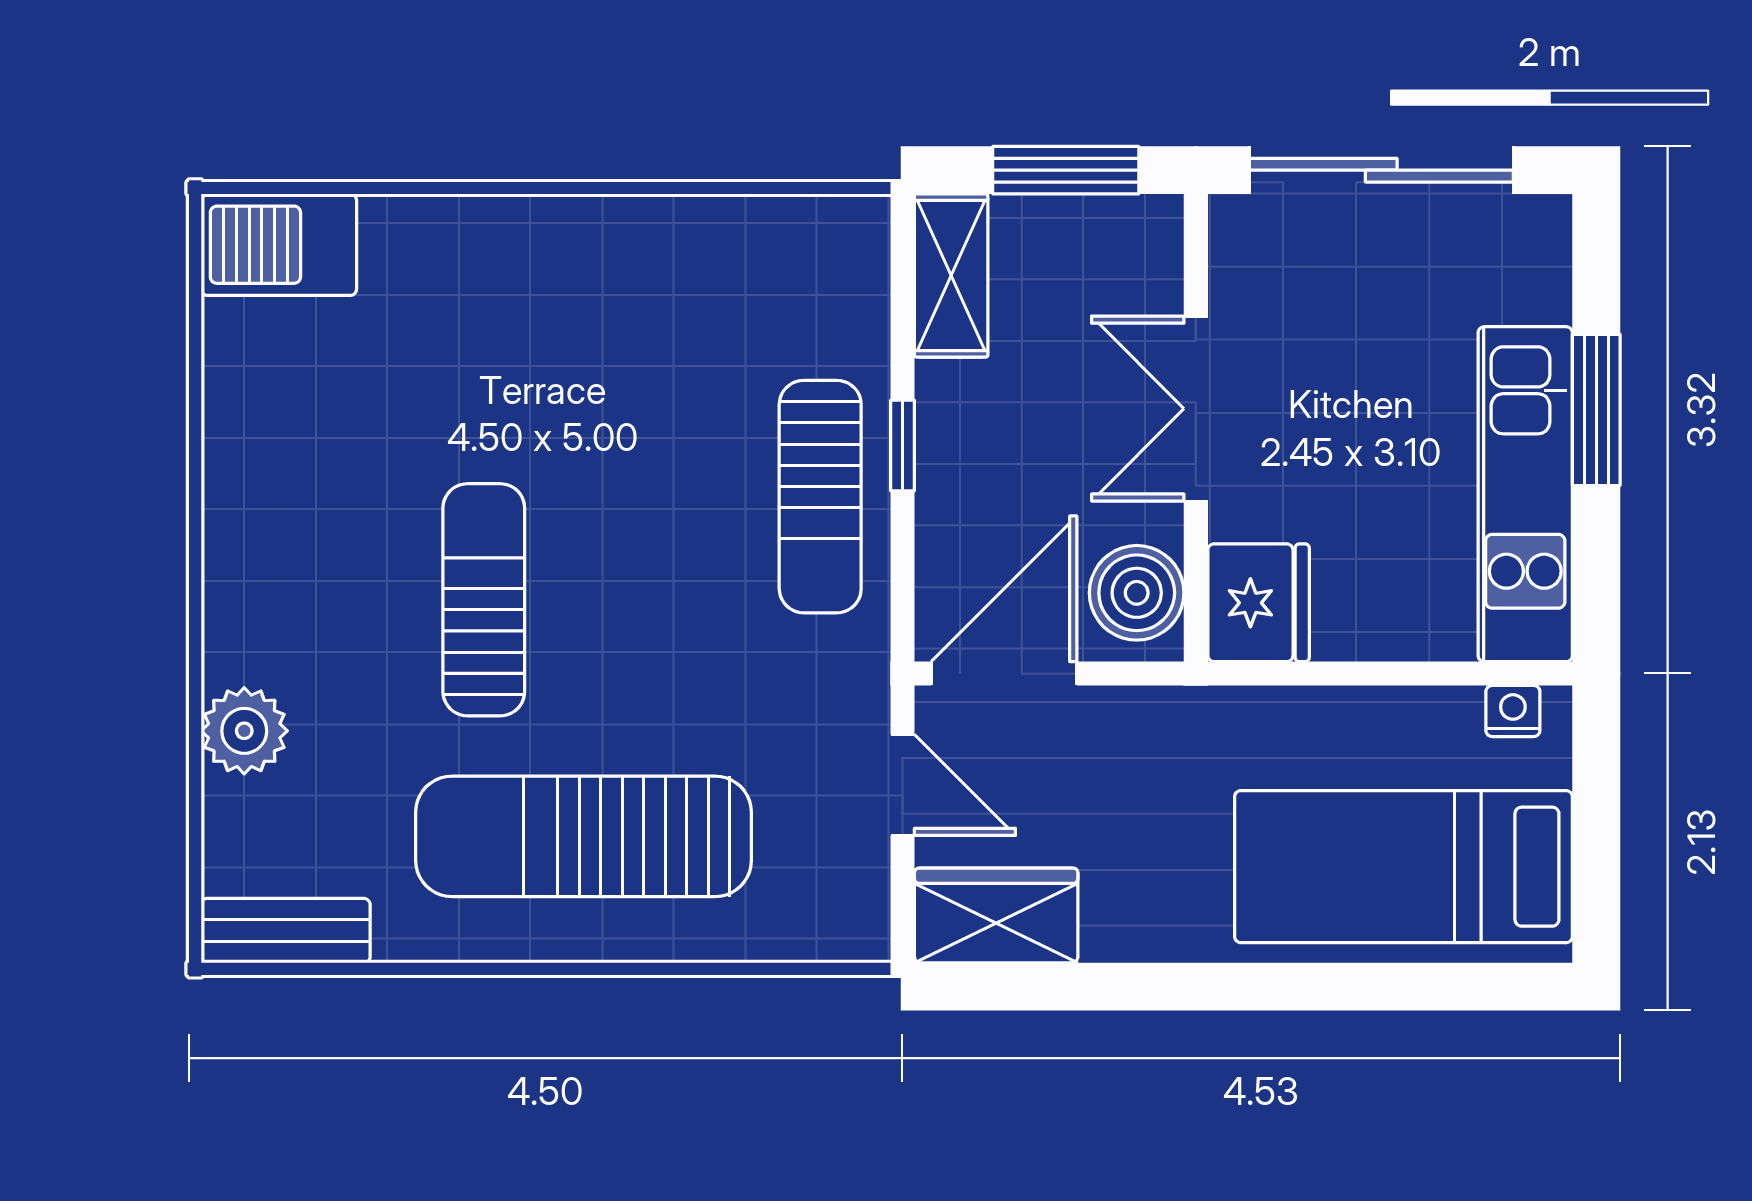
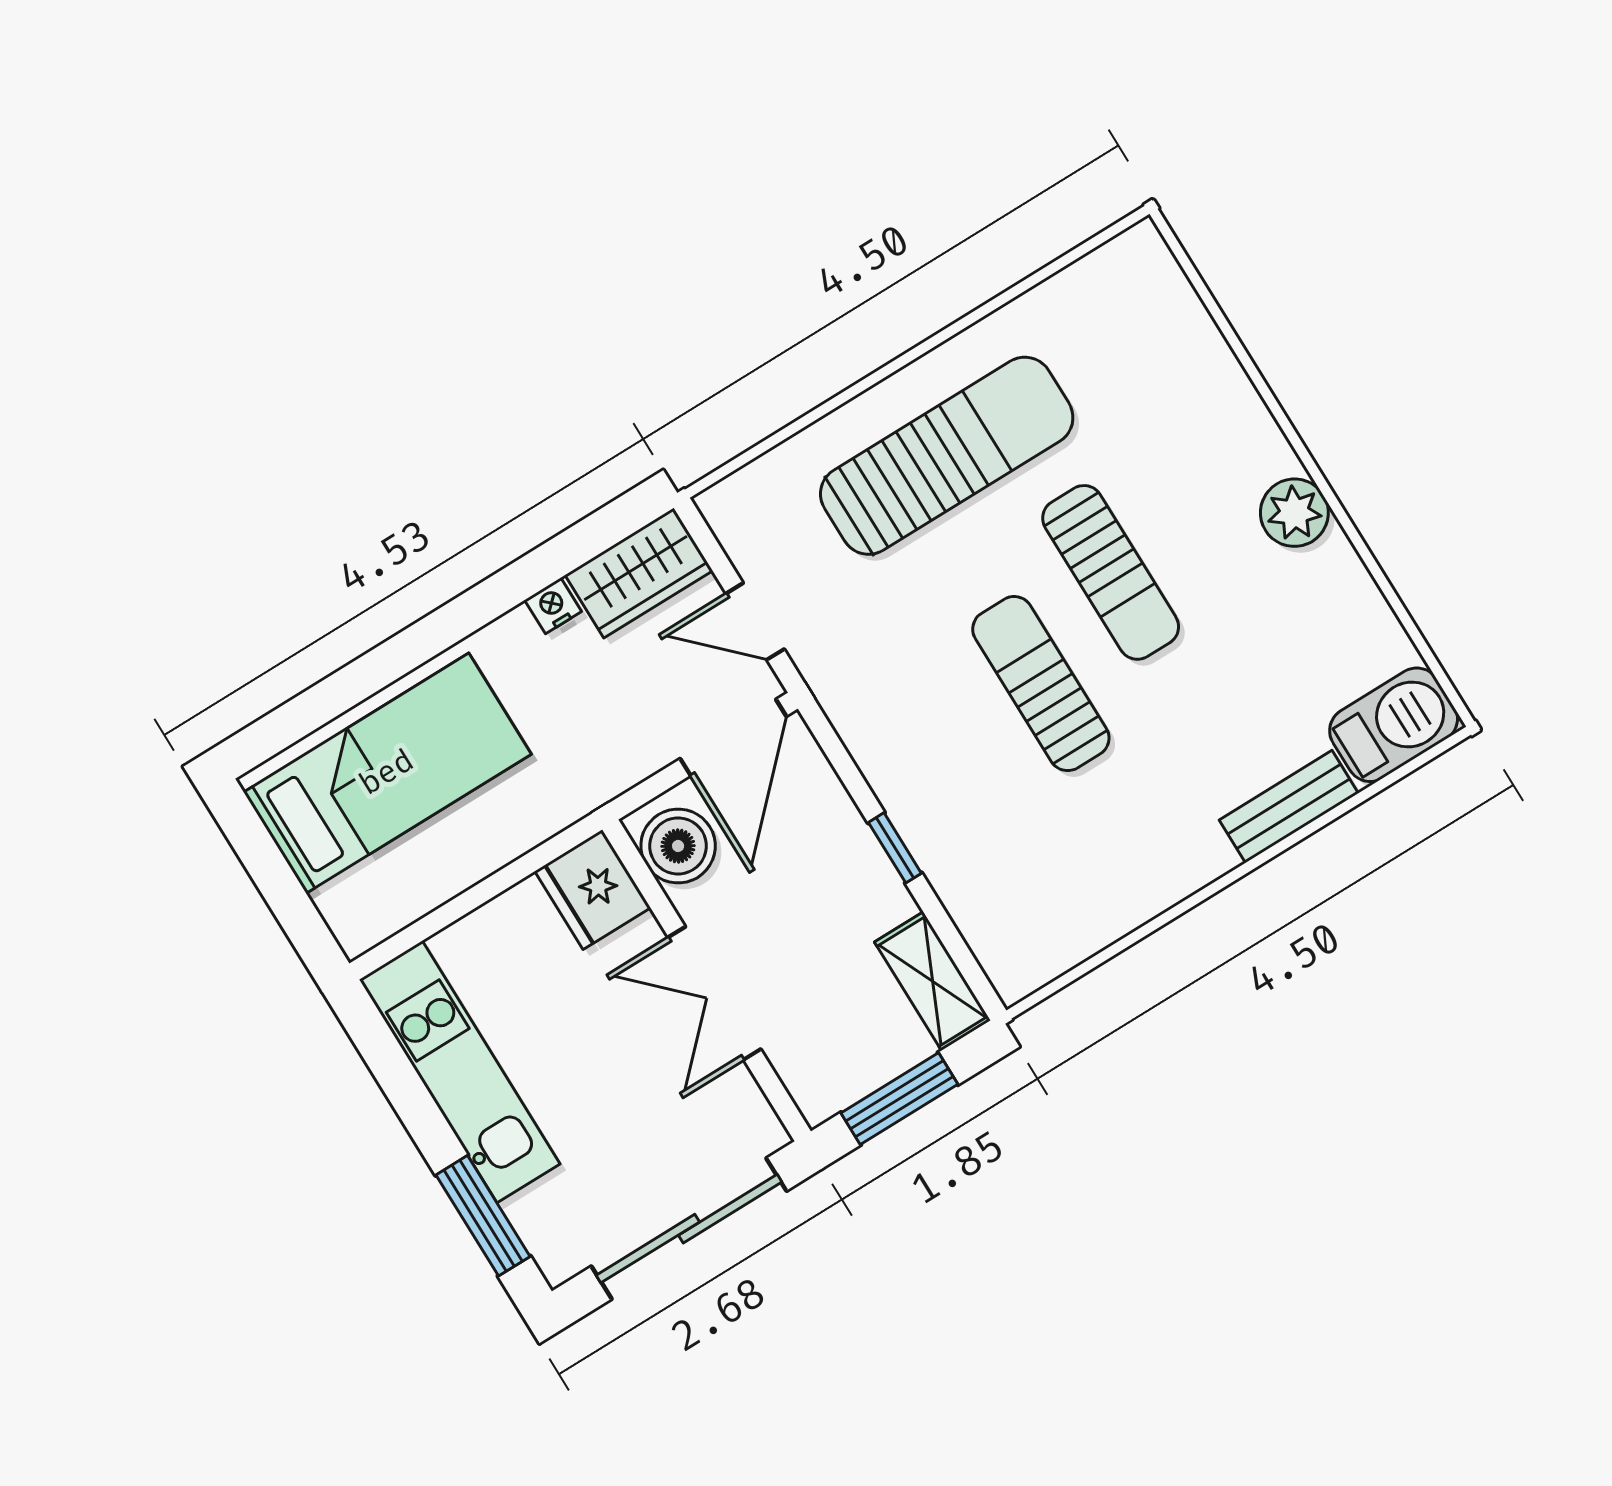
double door: (1196, 409) -> (714, 993), swing flipped
window: (1596, 410) -> (483, 1216), moved
sun lounger: (820, 497) -> (1041, 684), moved
nightstand: (1513, 711) -> (553, 606), moved, turned 180
plant: (244, 731) -> (1294, 513), moved
bench: (286, 931) -> (1289, 807), moved

